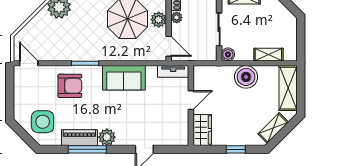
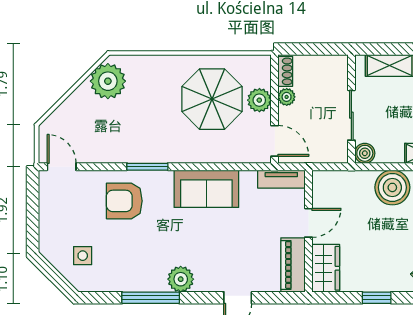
armchair: (70, 86) -> (124, 201), turned 180
side table: (43, 122) -> (83, 256), width x0.54, depth x0.54
piano: (79, 138) -> (293, 265), moved, turned -90

